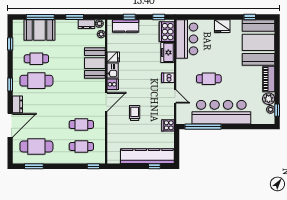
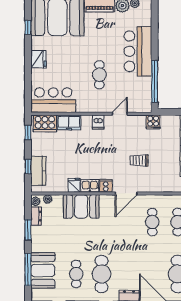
door: (106, 102) -> (126, 193), swing flipped
bar counter: (221, 112) -> (138, 51), width x0.73

